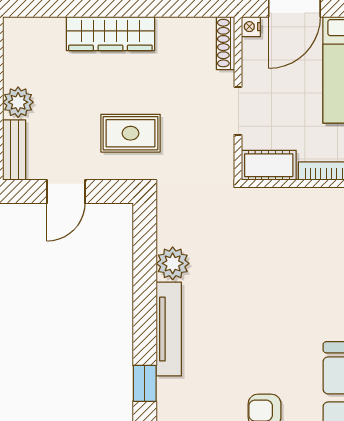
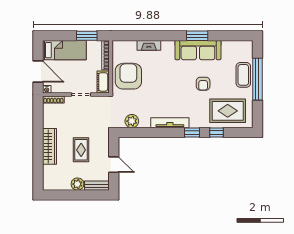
rug: (131, 133) -> (81, 150), moved
armchair: (283, 227) -> (128, 76), added
plant: (173, 263) -> (132, 121), moved

